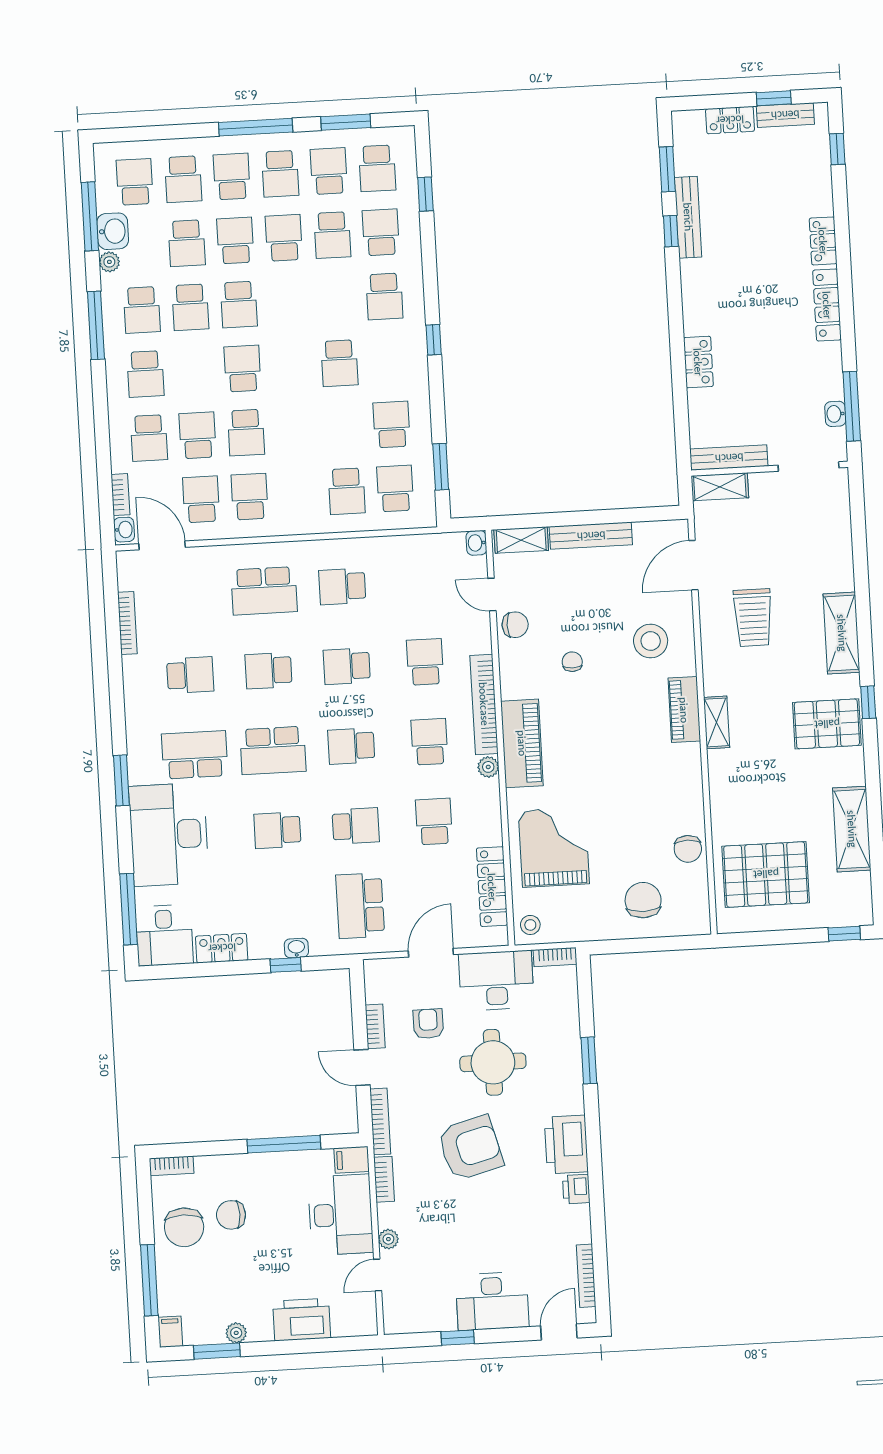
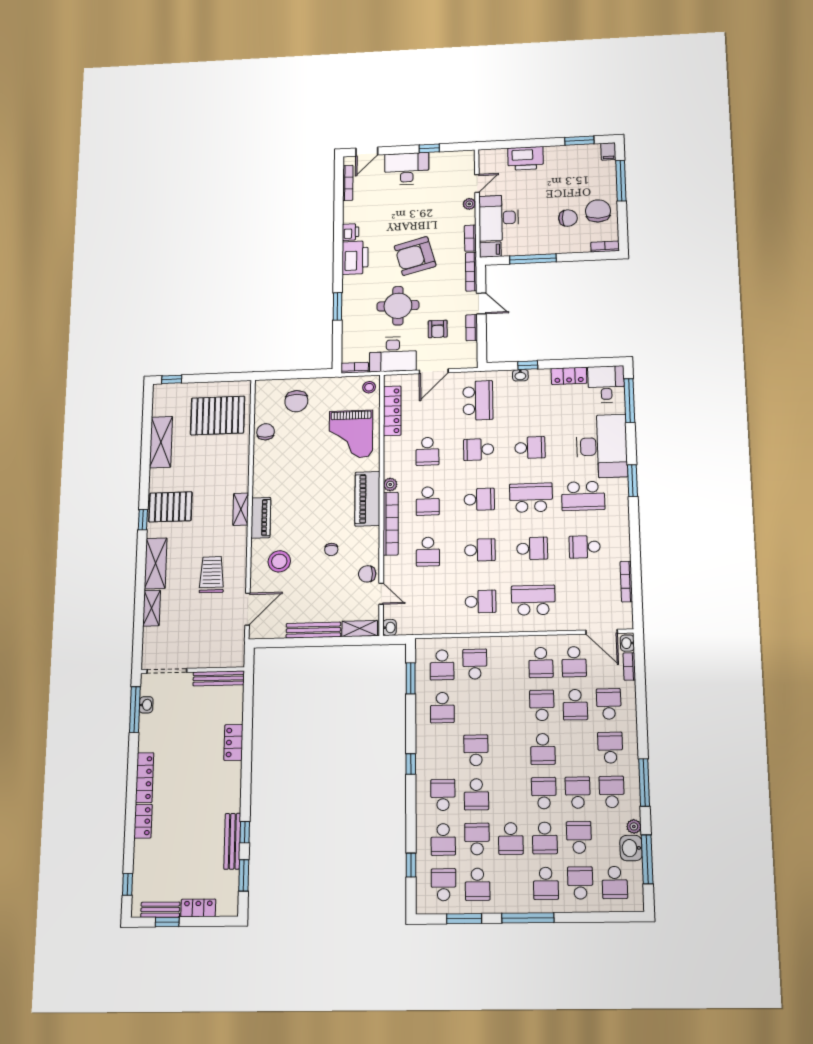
school desk: (280, 174) -> (476, 794), moved, turned 180
shelving: (720, 487) -> (152, 608), moved, turned 90
plant: (236, 1333) -> (567, 151), removed

